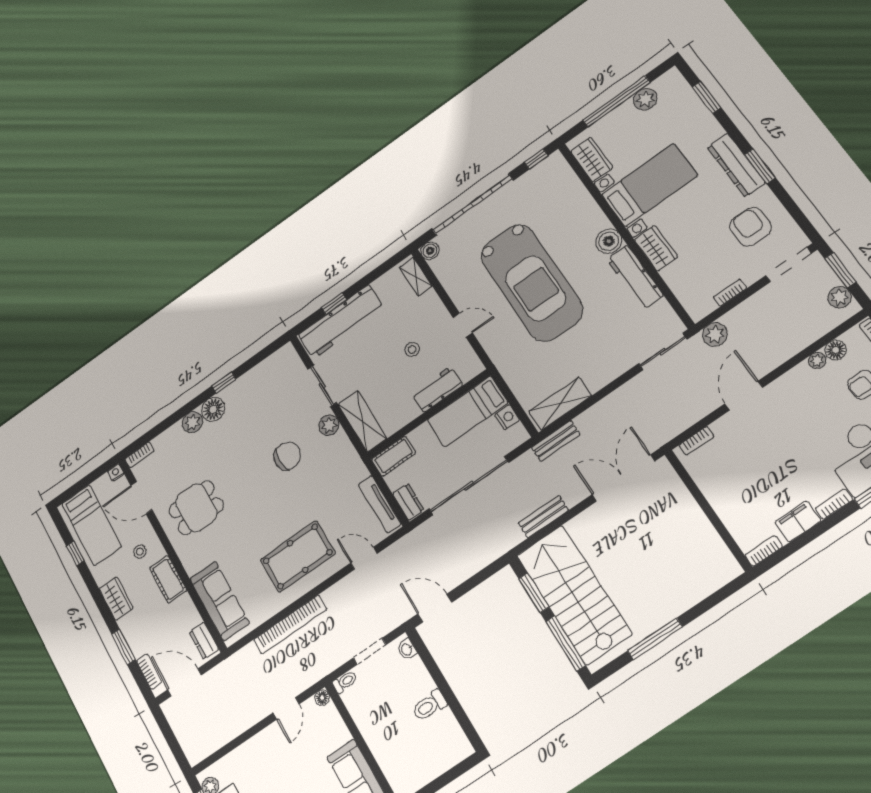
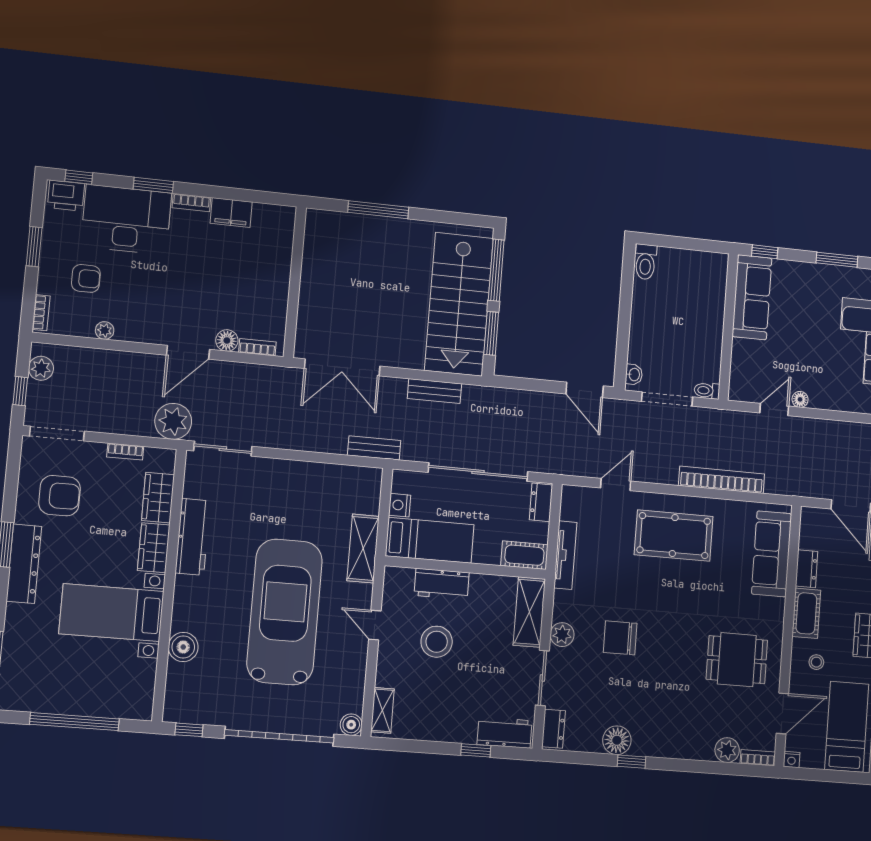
plant: (645, 99) -> (48, 700), removed
wardrobe: (592, 159) -> (158, 498), moved
armchair: (750, 227) -> (60, 496), turned -90
boiler: (609, 241) -> (183, 647), moved
window: (840, 270) -> (20, 391), width x0.67
workbench: (341, 322) -> (505, 733), width x0.53, depth x0.76
plant: (715, 334) -> (173, 421), width x1.36, depth x1.36
stool: (412, 349) -> (437, 642), width x1.89, depth x1.89
floor lamp: (836, 350) -> (227, 341), moved
dresser: (291, 360) -> (554, 729), added
shelving: (560, 404) -> (363, 548), moved, turned 90
floor lamp: (213, 409) -> (617, 740), moved
plant: (193, 422) -> (727, 750), moved
door: (141, 498) -> (782, 713), hinge flipped
tv unit: (380, 504) -> (565, 555), moved
bookcase: (764, 551) -> (278, 212), removed
door: (364, 558) -> (616, 485), swing flipped
window: (655, 639) -> (378, 210), moved
dresser: (204, 641) -> (807, 569), moved
doorway: (370, 651) -> (667, 399), width x1.38
floor lamp: (322, 698) -> (800, 399), moved
toilet: (429, 706) -> (645, 262), moved, turned 90

